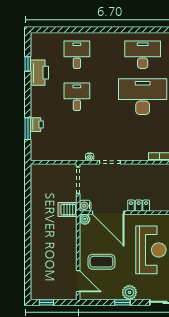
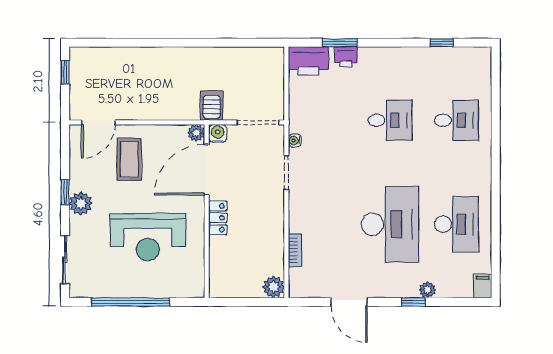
printer: (39, 73) -> (308, 61), moved

